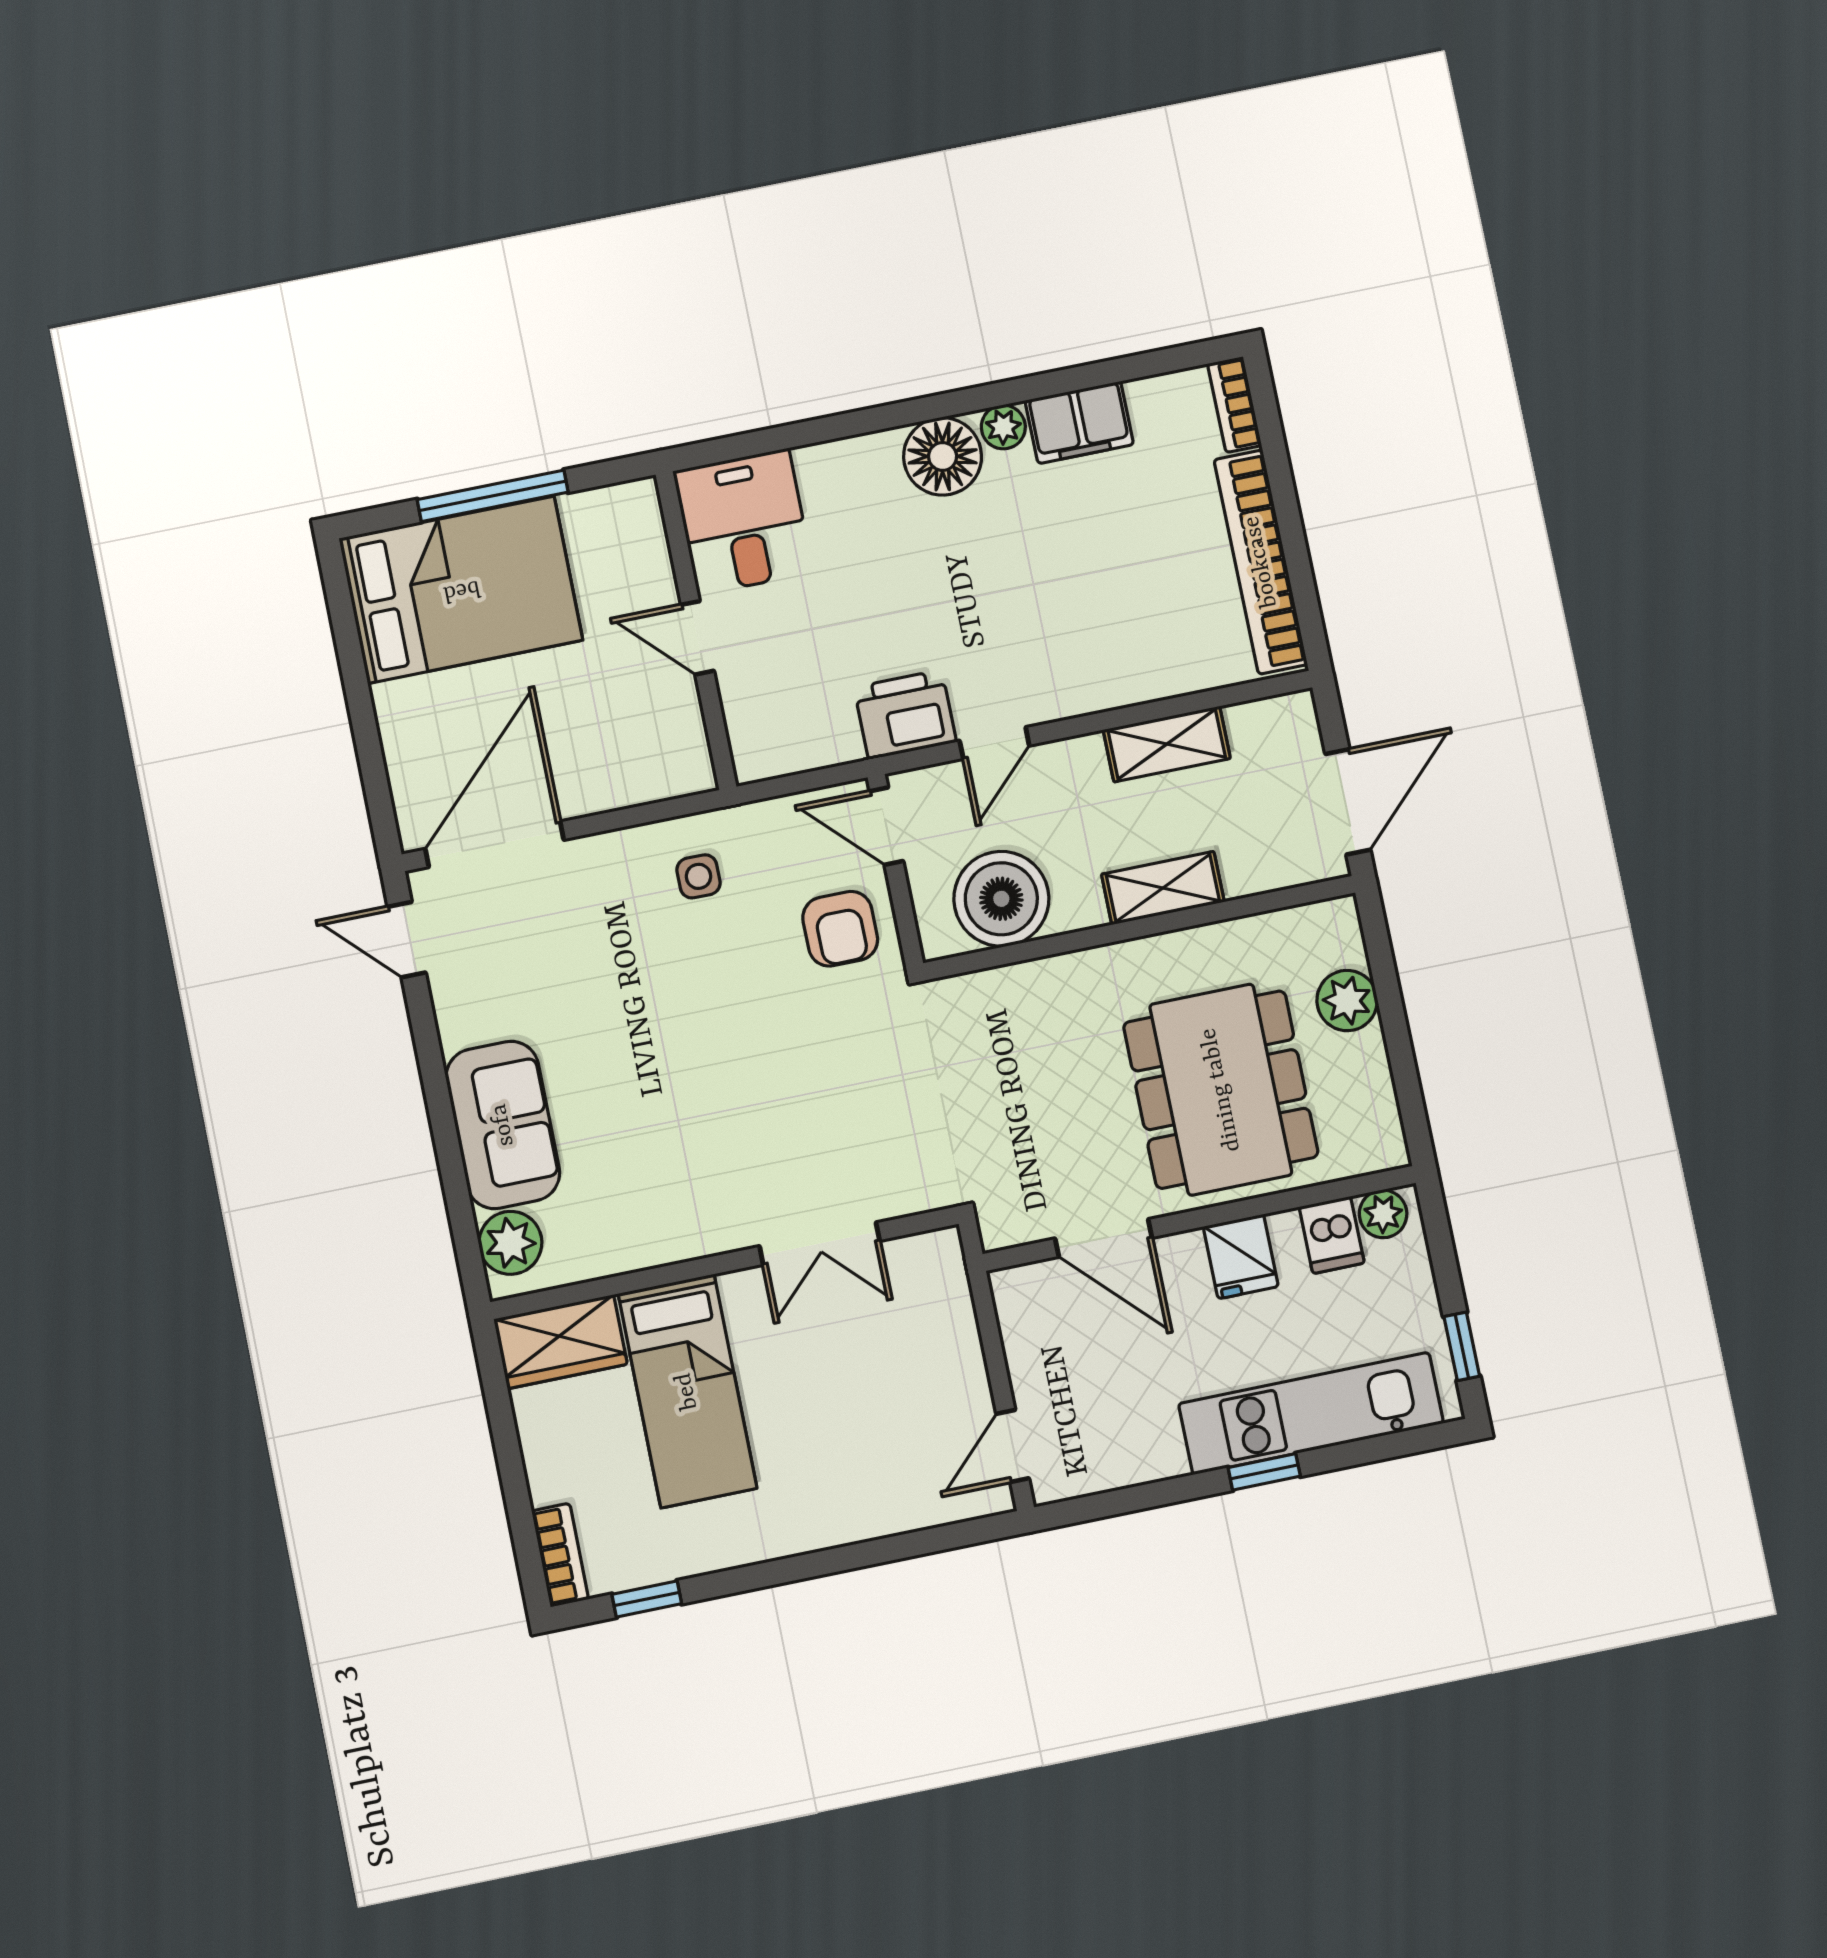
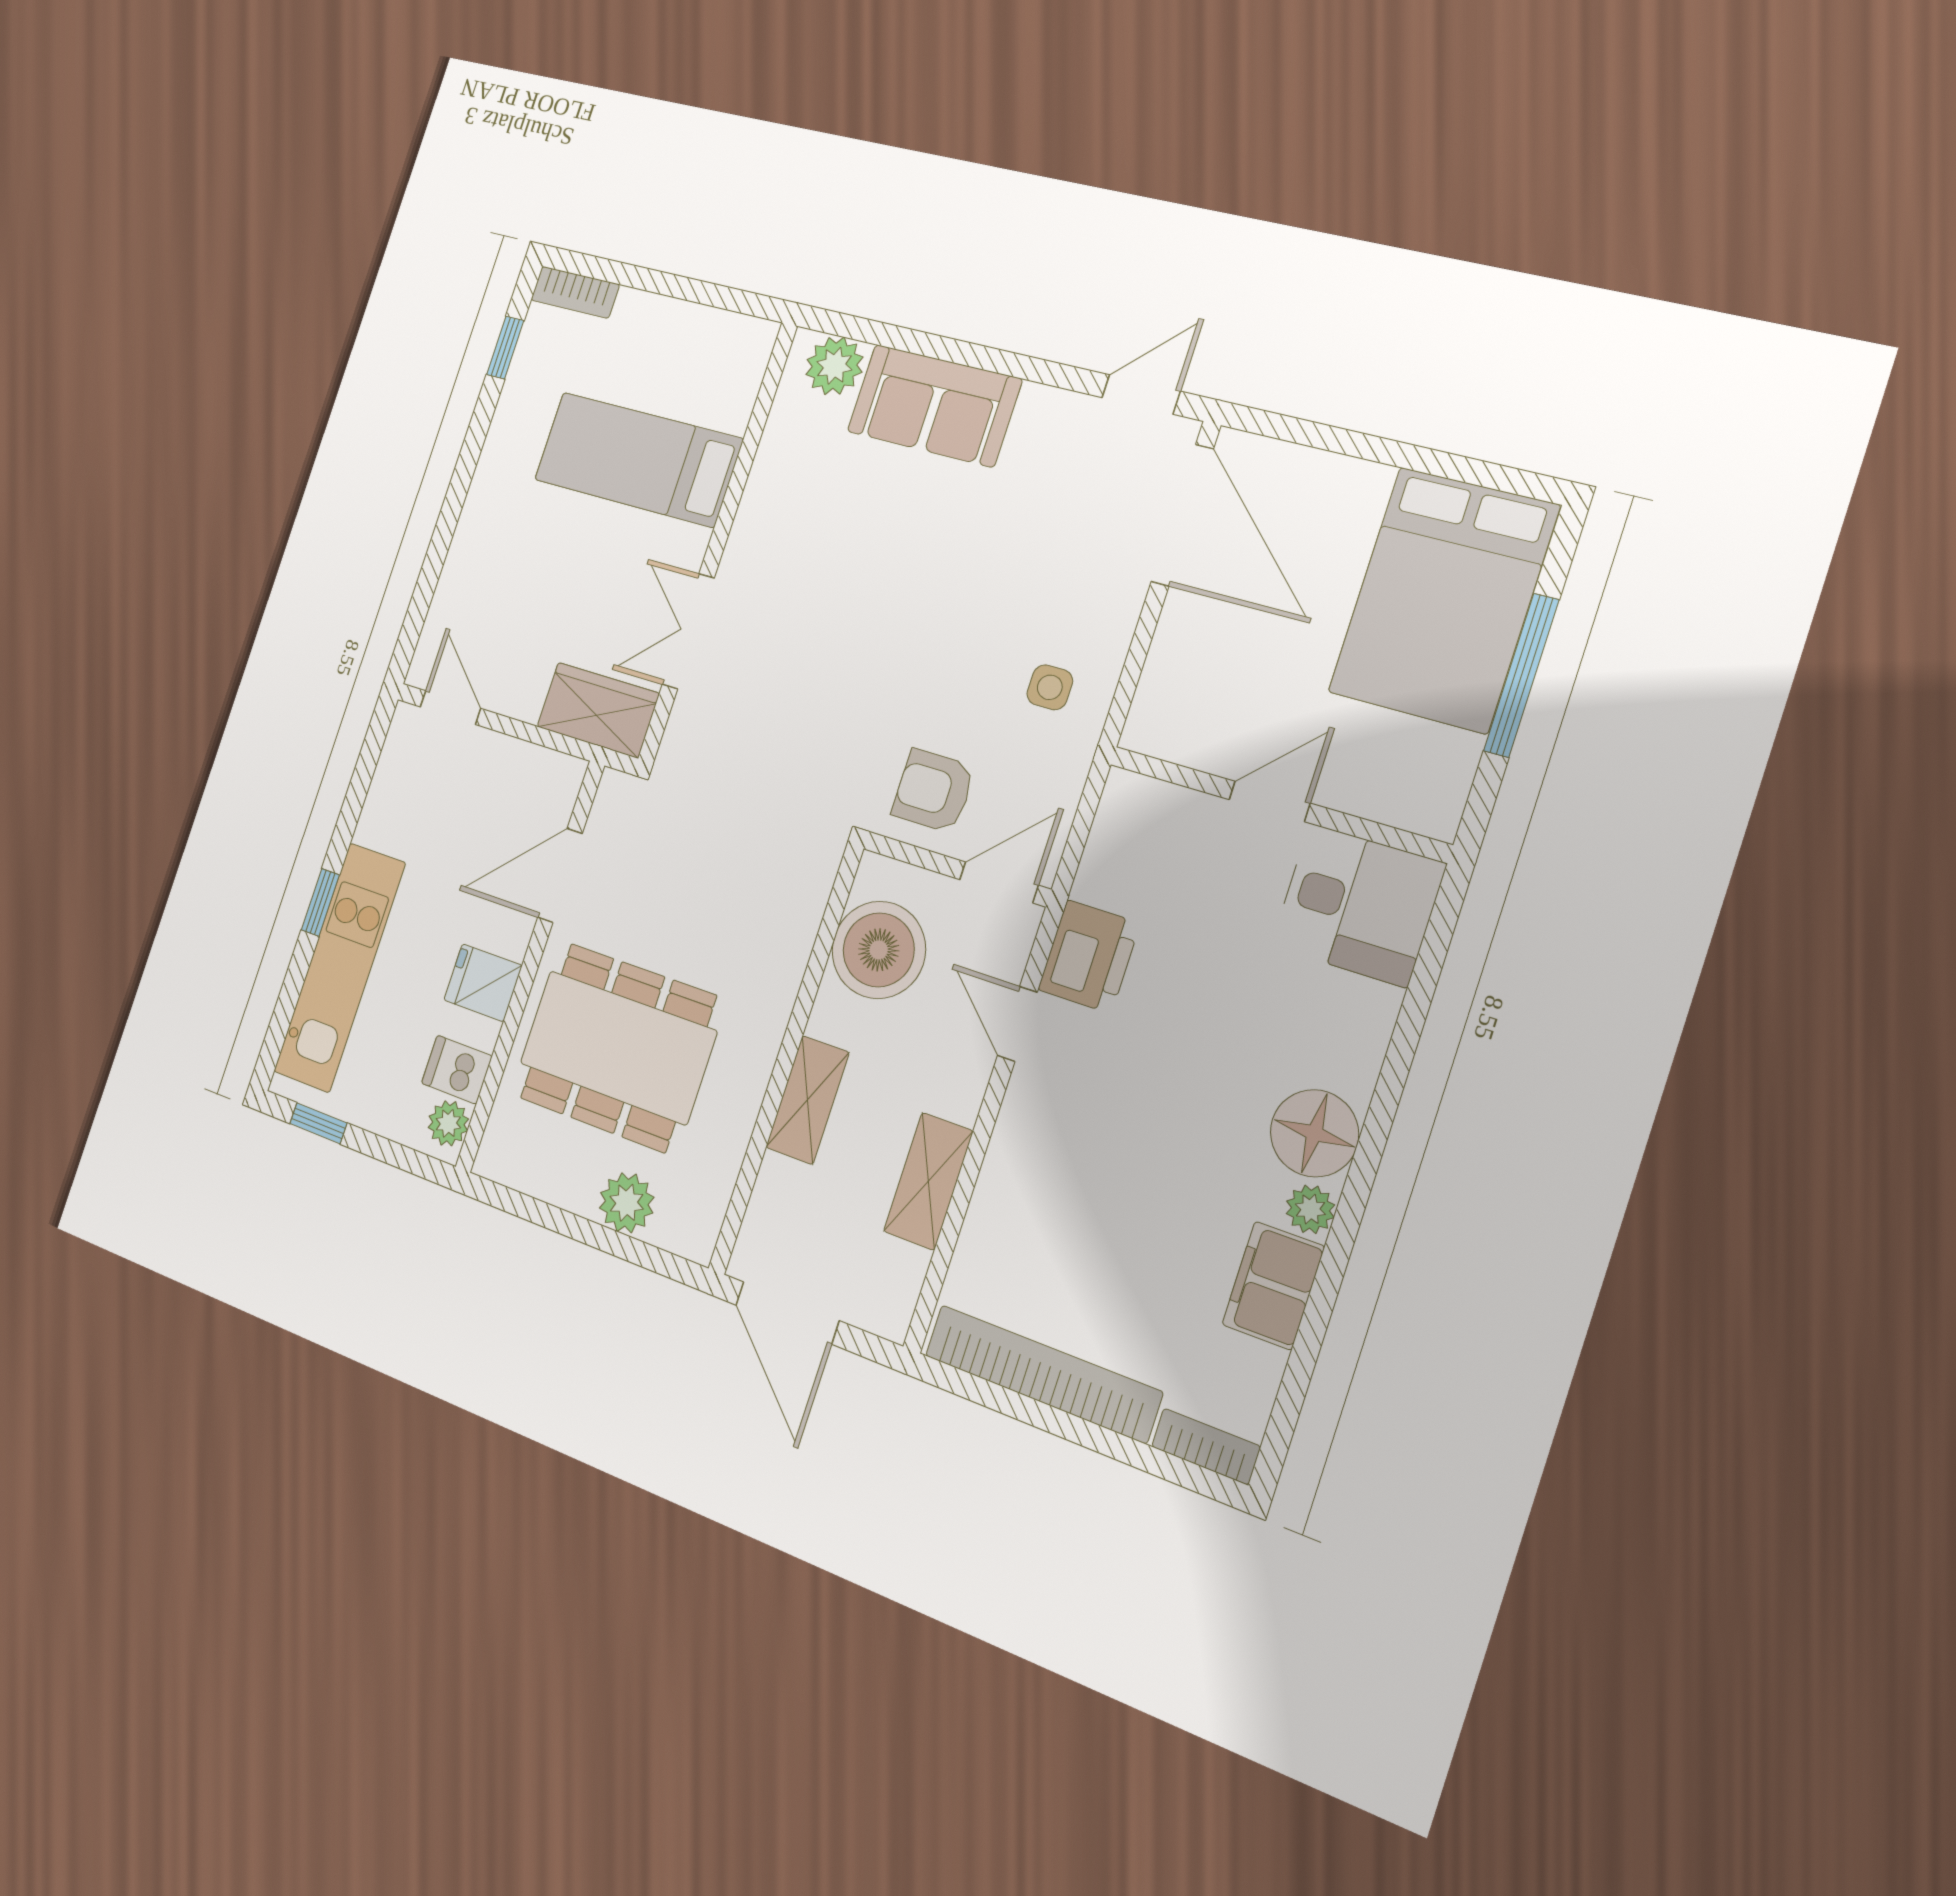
wardrobe: (560, 1342) -> (598, 710), moved, turned 90

